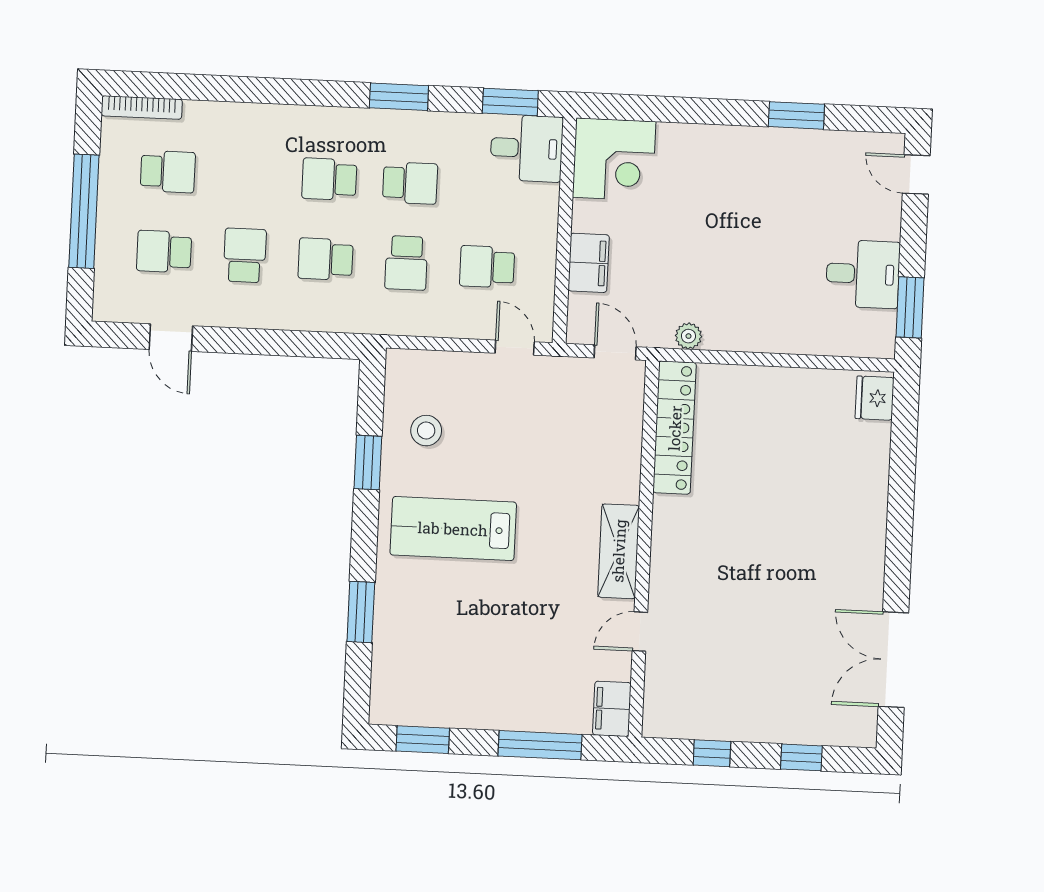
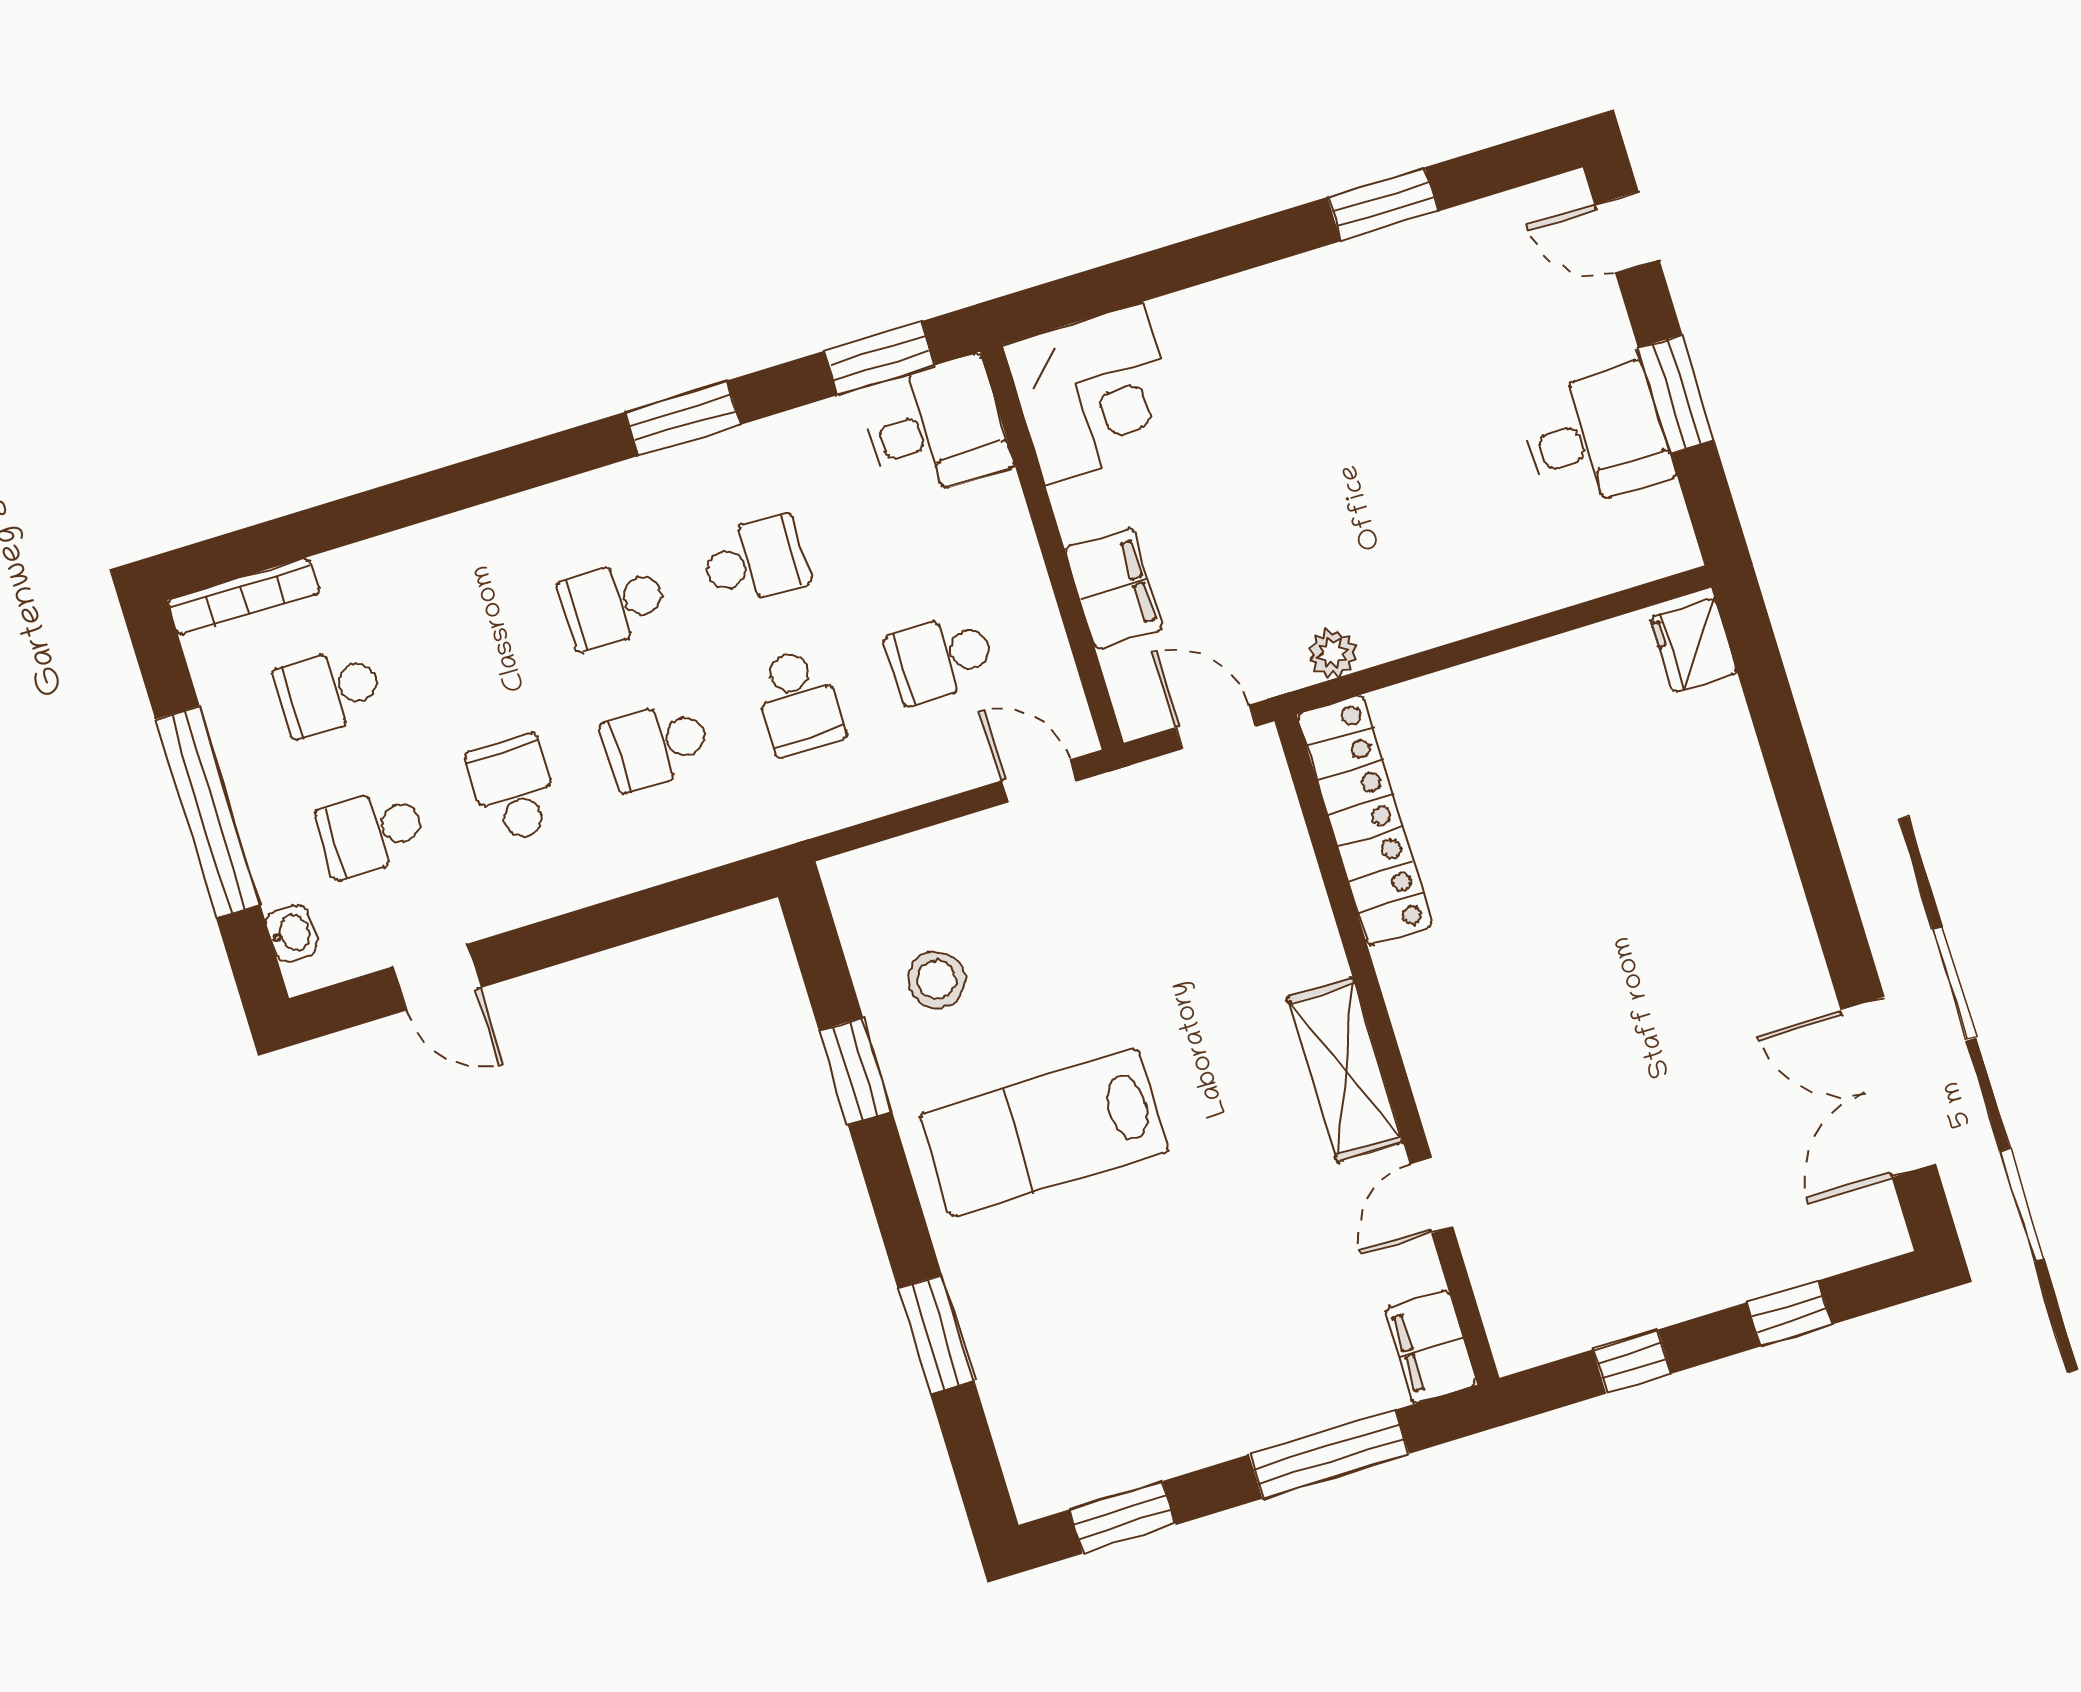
school desk: (168, 172) -> (328, 691), turned 180
washbasin: (105, 289) -> (292, 933), added
window: (910, 307) -> (1676, 394), moved

